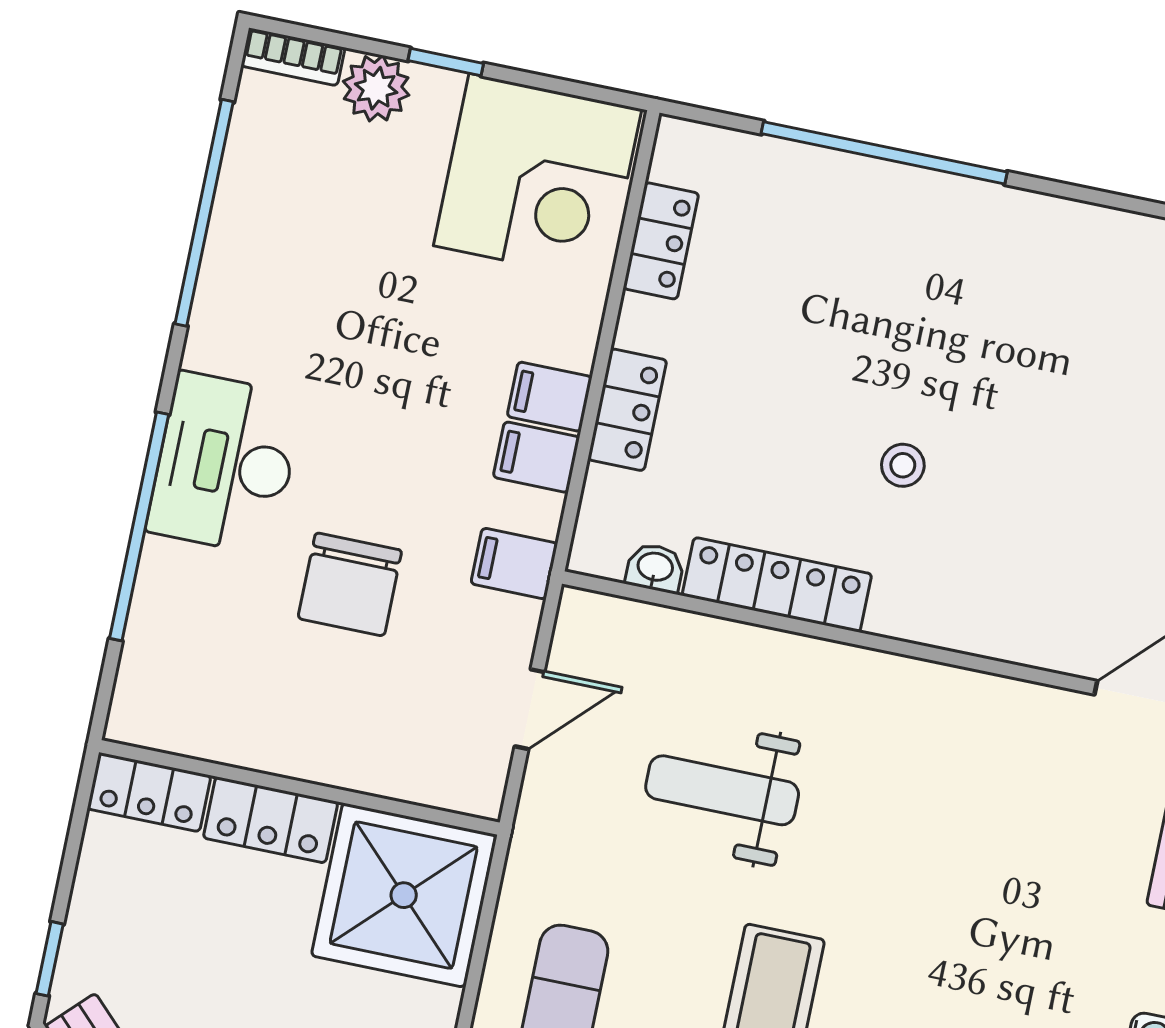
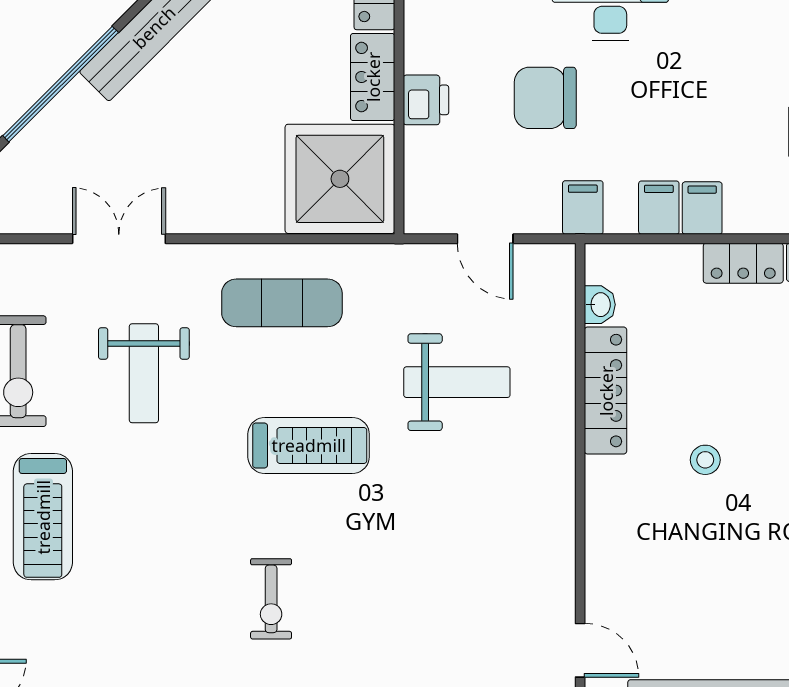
locker: (627, 410) -> (743, 263), moved
printer: (318, 752) -> (426, 100), added
weight bench: (722, 790) -> (457, 382), turned 90

